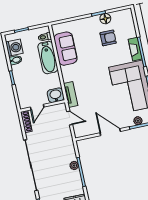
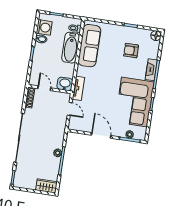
floor lamp: (105, 19) -> (156, 36), moved
armchair: (108, 38) -> (131, 51), turned 180
sofa: (65, 49) -> (89, 46), width x1.36
door: (37, 107) -> (44, 88), swing flipped

